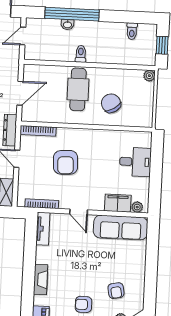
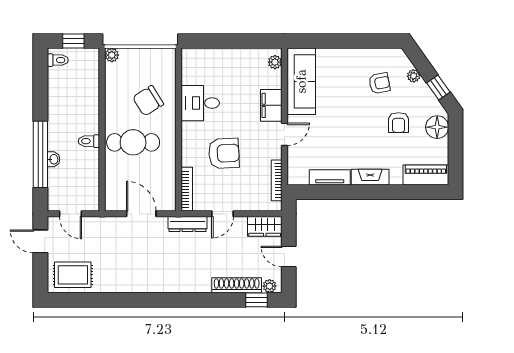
toilet: (132, 31) -> (58, 60), moved
desk: (135, 162) -> (200, 103), moved, turned -90
filing cabinet: (118, 203) -> (271, 105), moved
tv unit: (43, 229) -> (330, 177), moved

